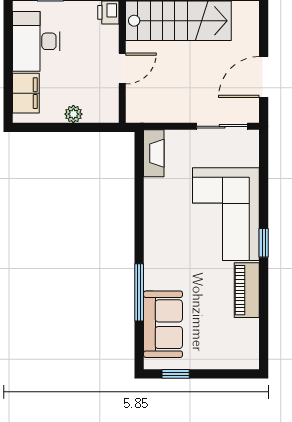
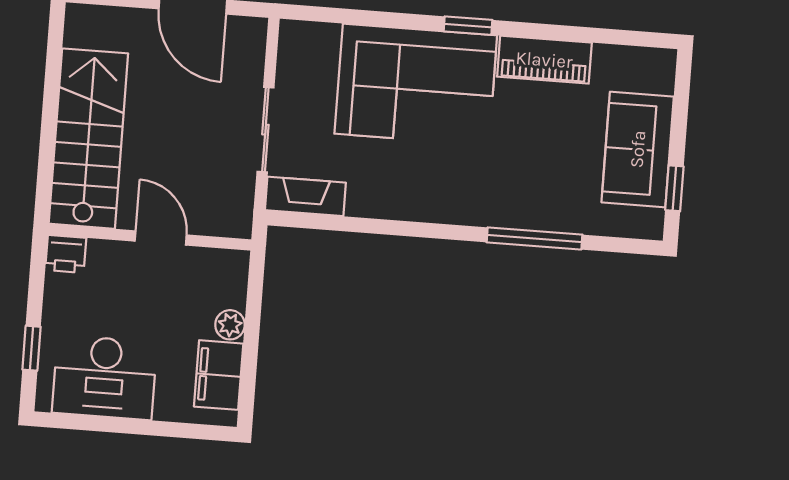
filing cabinet: (26, 93) -> (219, 375), moved, turned -90
sliding door: (222, 126) -> (265, 130), moved
sofa: (163, 324) -> (638, 149), moved, turned -90

